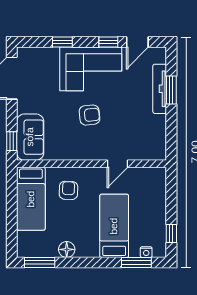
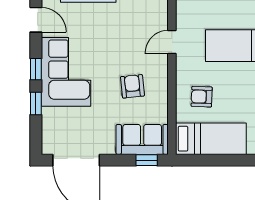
window: (108, 42) -> (36, 69), moved
armchair: (89, 115) -> (132, 86), moved
door: (118, 164) -> (172, 42), swing flipped

